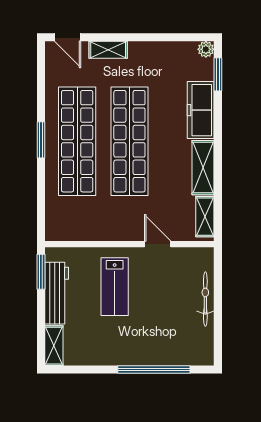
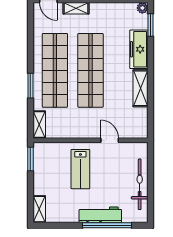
window: (41, 140) -> (30, 86), moved
shelving: (205, 217) -> (39, 125), moved
workbench: (57, 293) -> (100, 215), moved, turned -90
bicycle: (205, 299) -> (140, 184), width x1.37, depth x1.40

